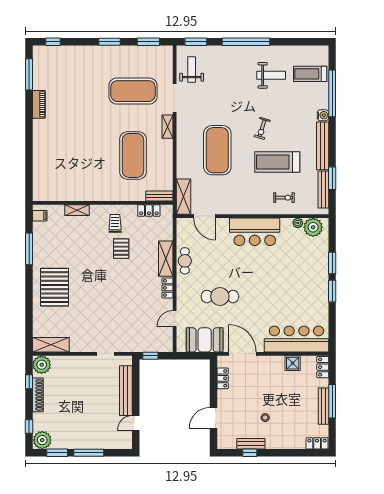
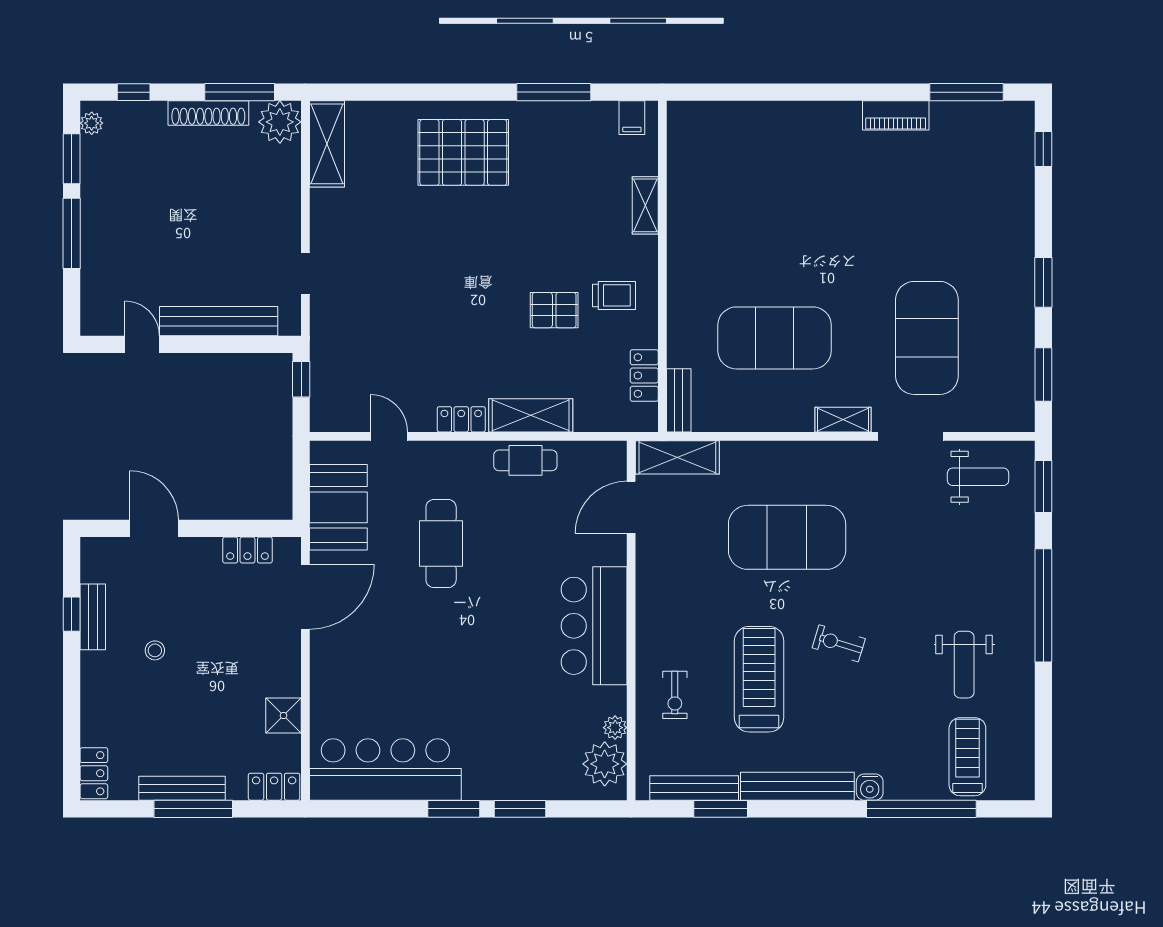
bar counter: (297, 339) -> (385, 769), moved, turned -90
window: (29, 382) -> (240, 92), width x2.17
plant: (42, 440) -> (92, 123), width x0.53, depth x0.53

